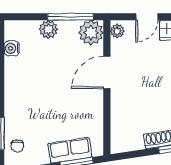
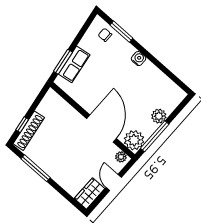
water cooler: (12, 48) -> (139, 59), moved
door: (107, 72) -> (101, 129), width x1.36

